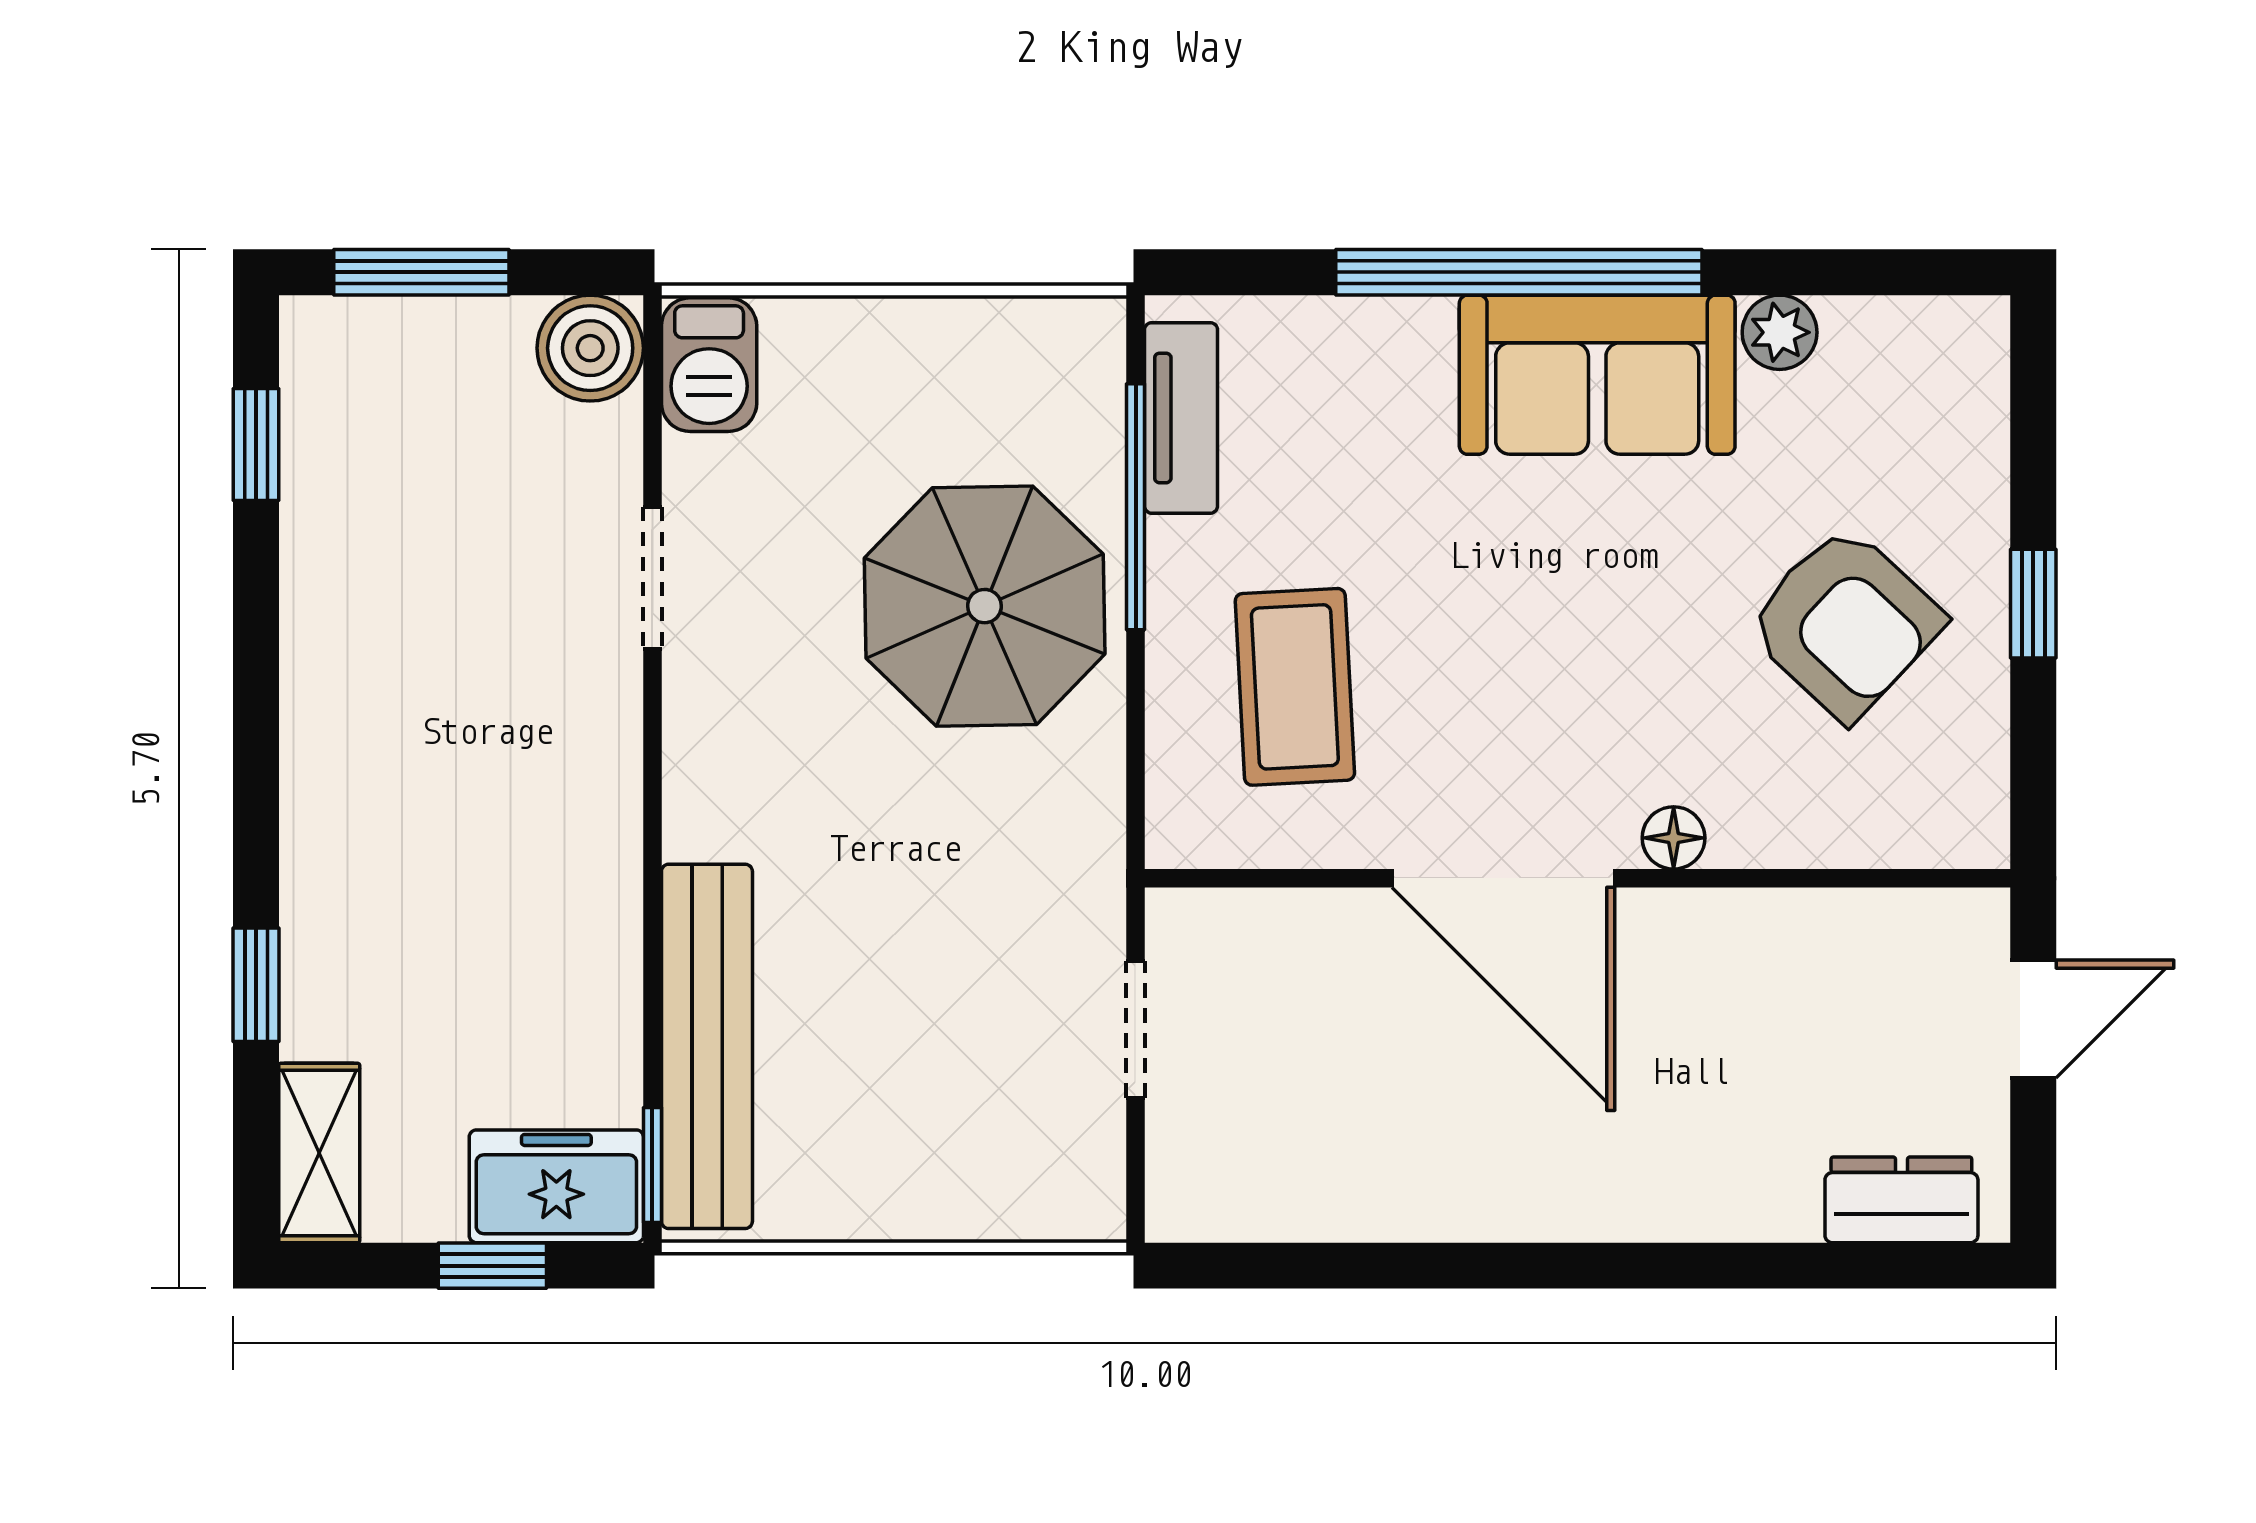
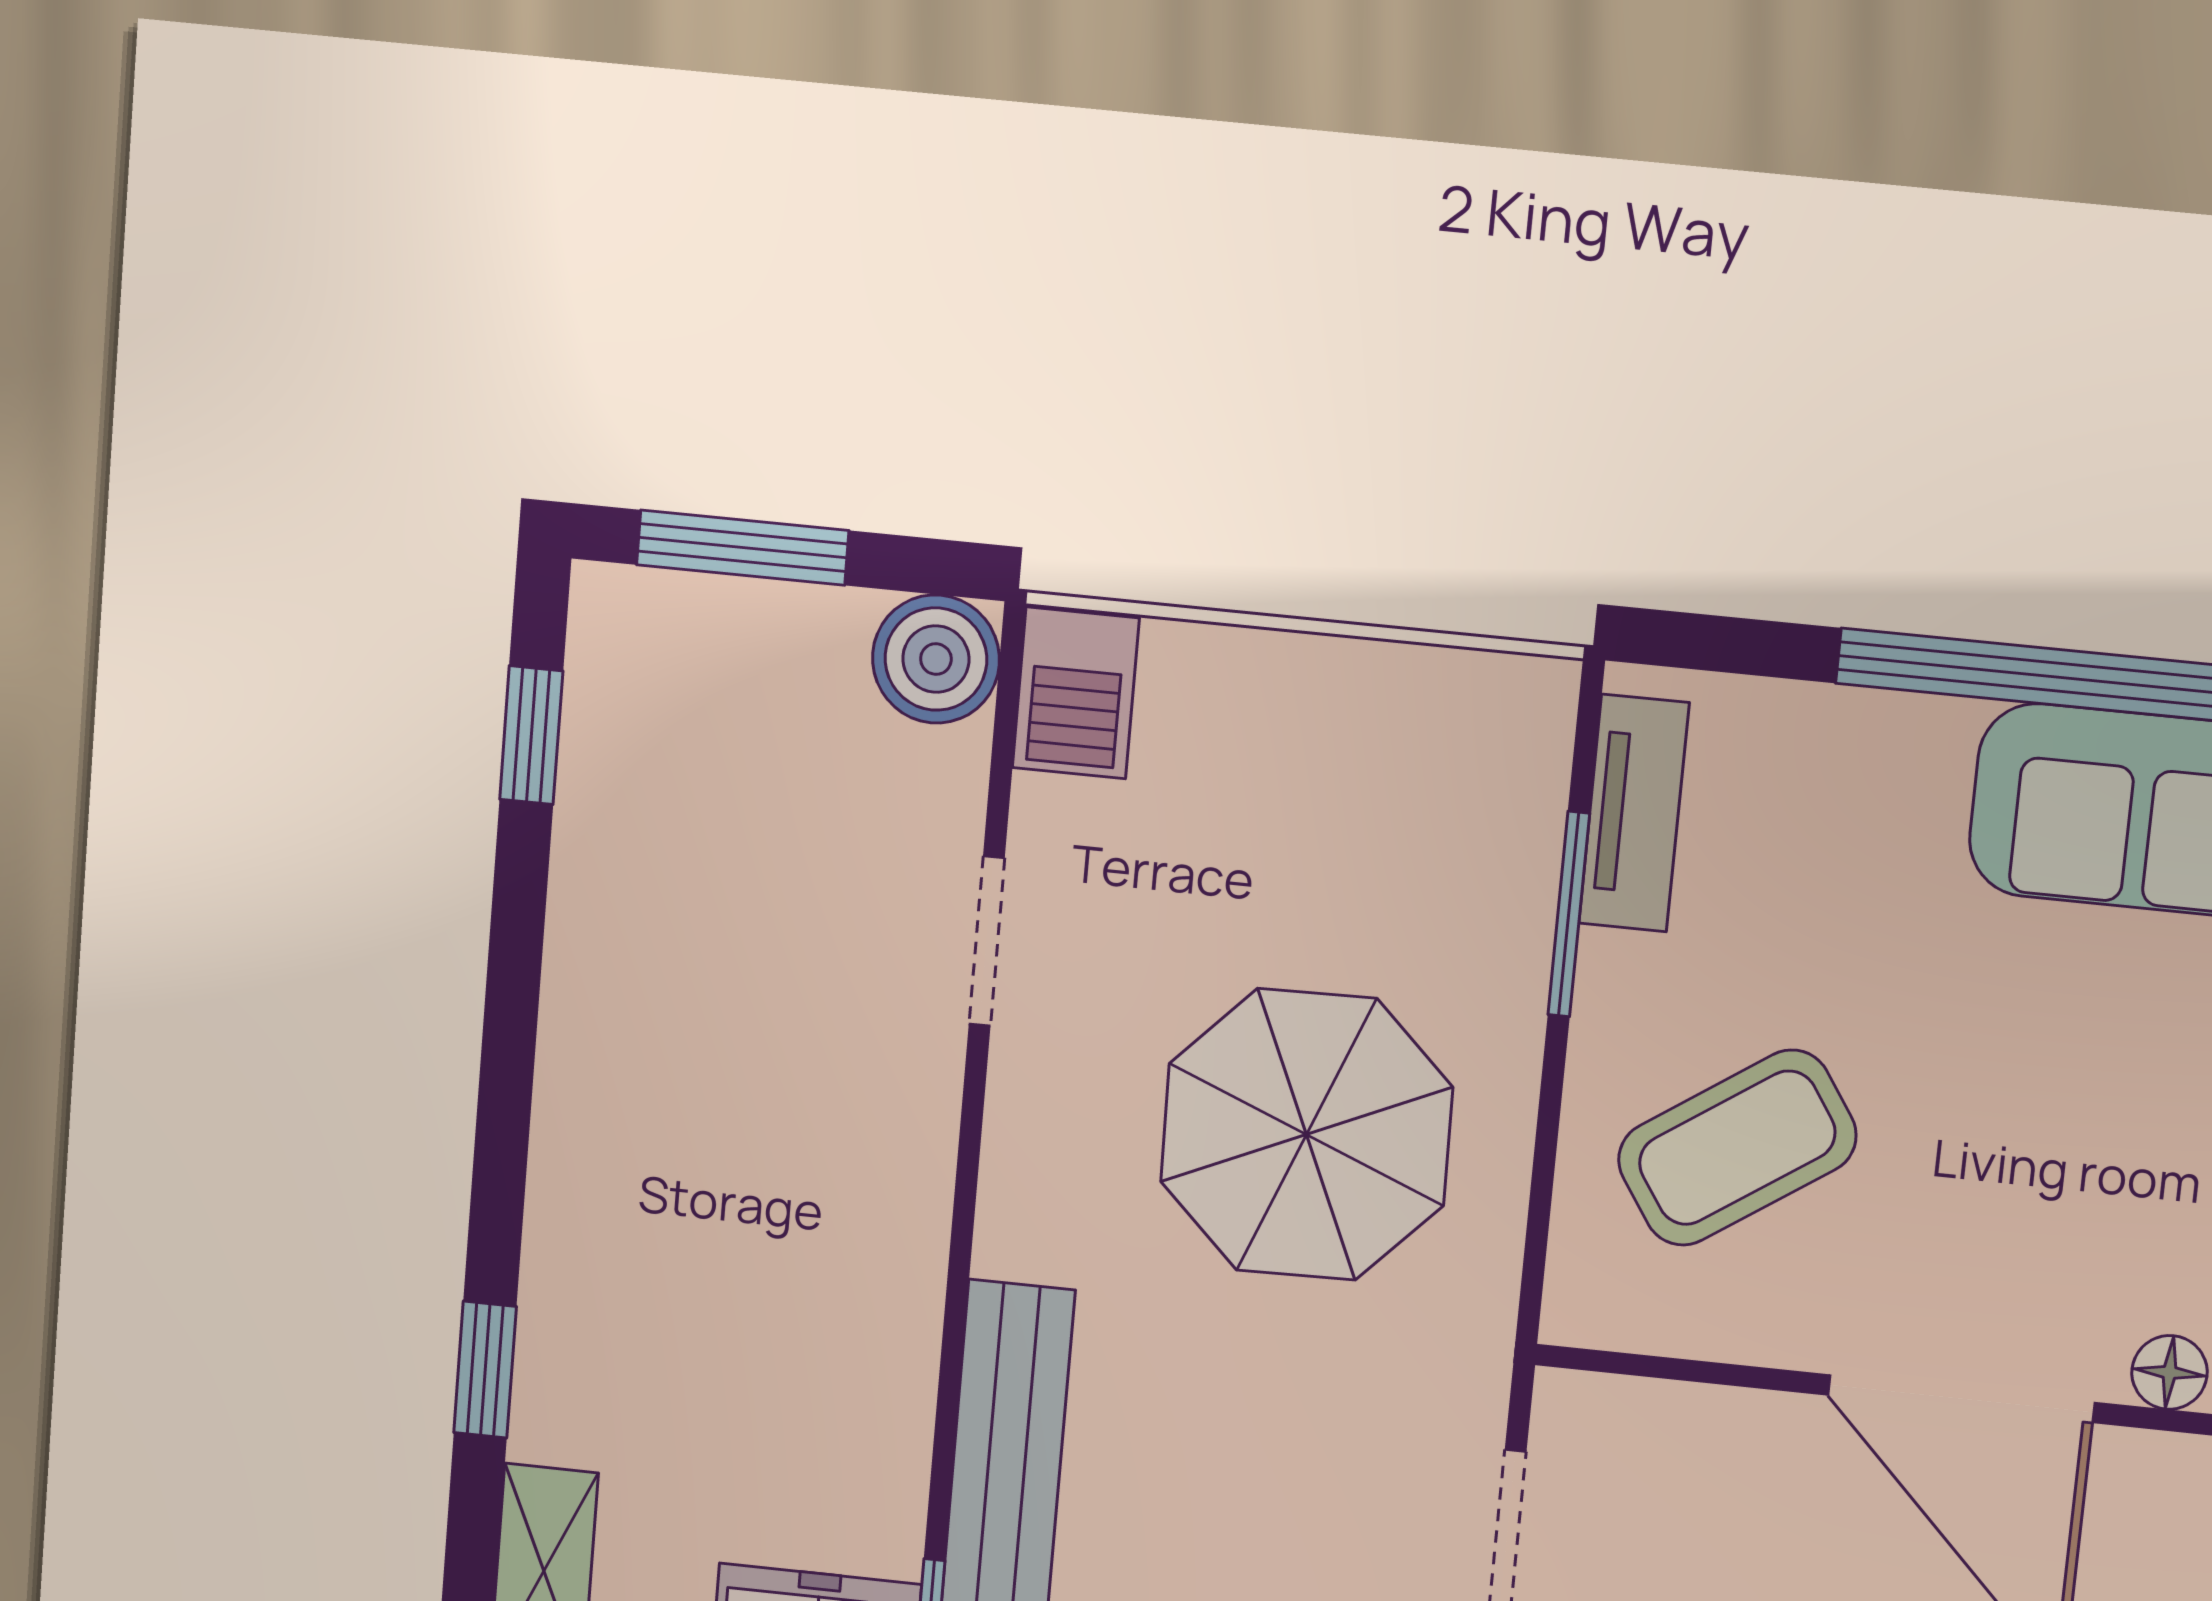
window: (1136, 507) -> (1569, 914), width x0.69
parasol: (985, 606) -> (1307, 1135), moved
coffee table: (1295, 687) -> (1737, 1148), turned 59

